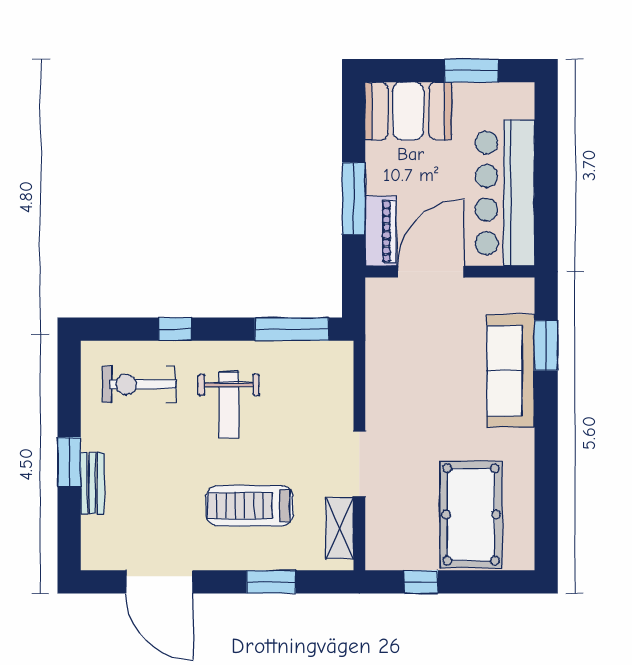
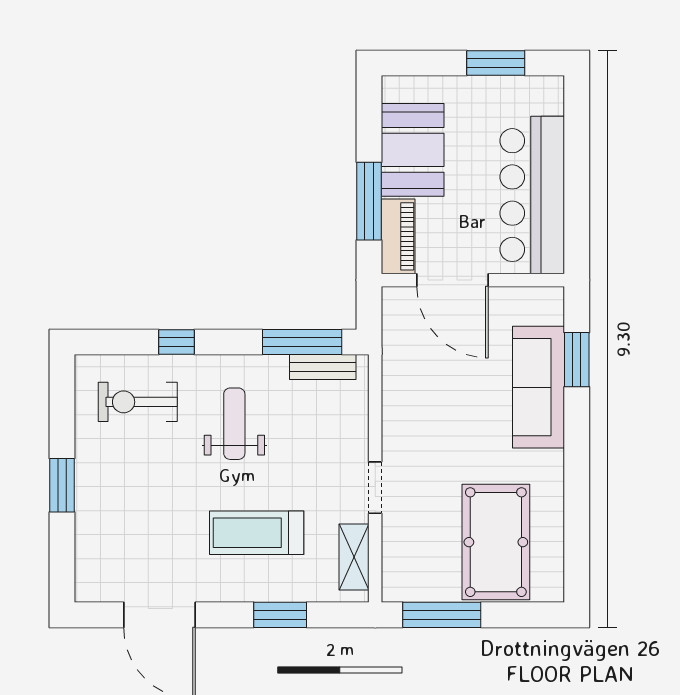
booth: (408, 111) -> (413, 150), moved, turned 90
door: (431, 272) -> (452, 280), swing flipped
weight bench: (229, 405) -> (234, 424), turned 180
doorway: (359, 464) -> (375, 488), width x0.73
bench: (92, 483) -> (323, 367), moved, turned 90
window: (421, 582) -> (442, 615), width x2.17

